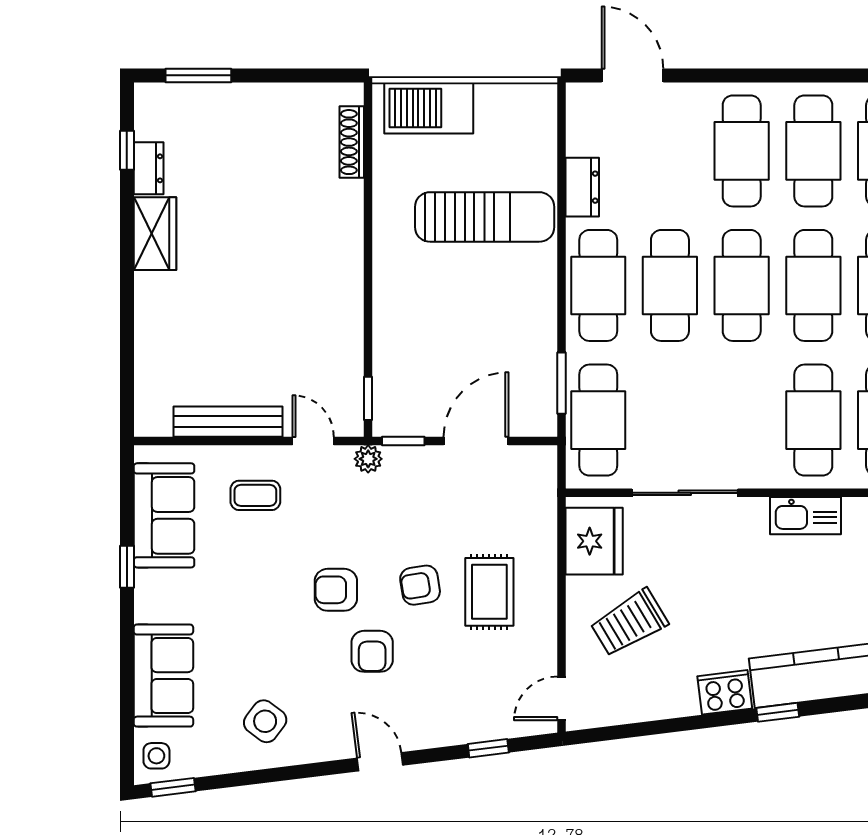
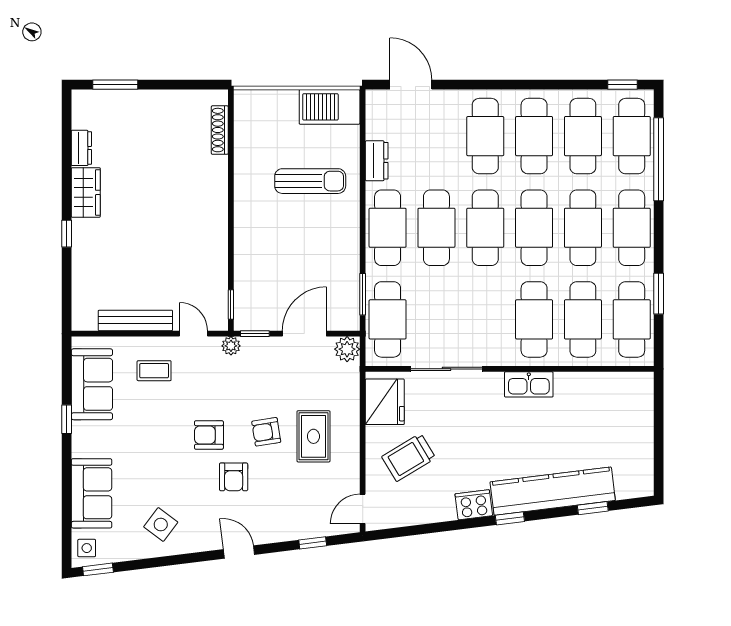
barbecue: (429, 108) -> (330, 107), moved
window: (127, 150) -> (67, 234), moved
sun lounger: (485, 217) -> (310, 181), width x0.73, depth x0.75
plant: (539, 464) -> (347, 349), added

